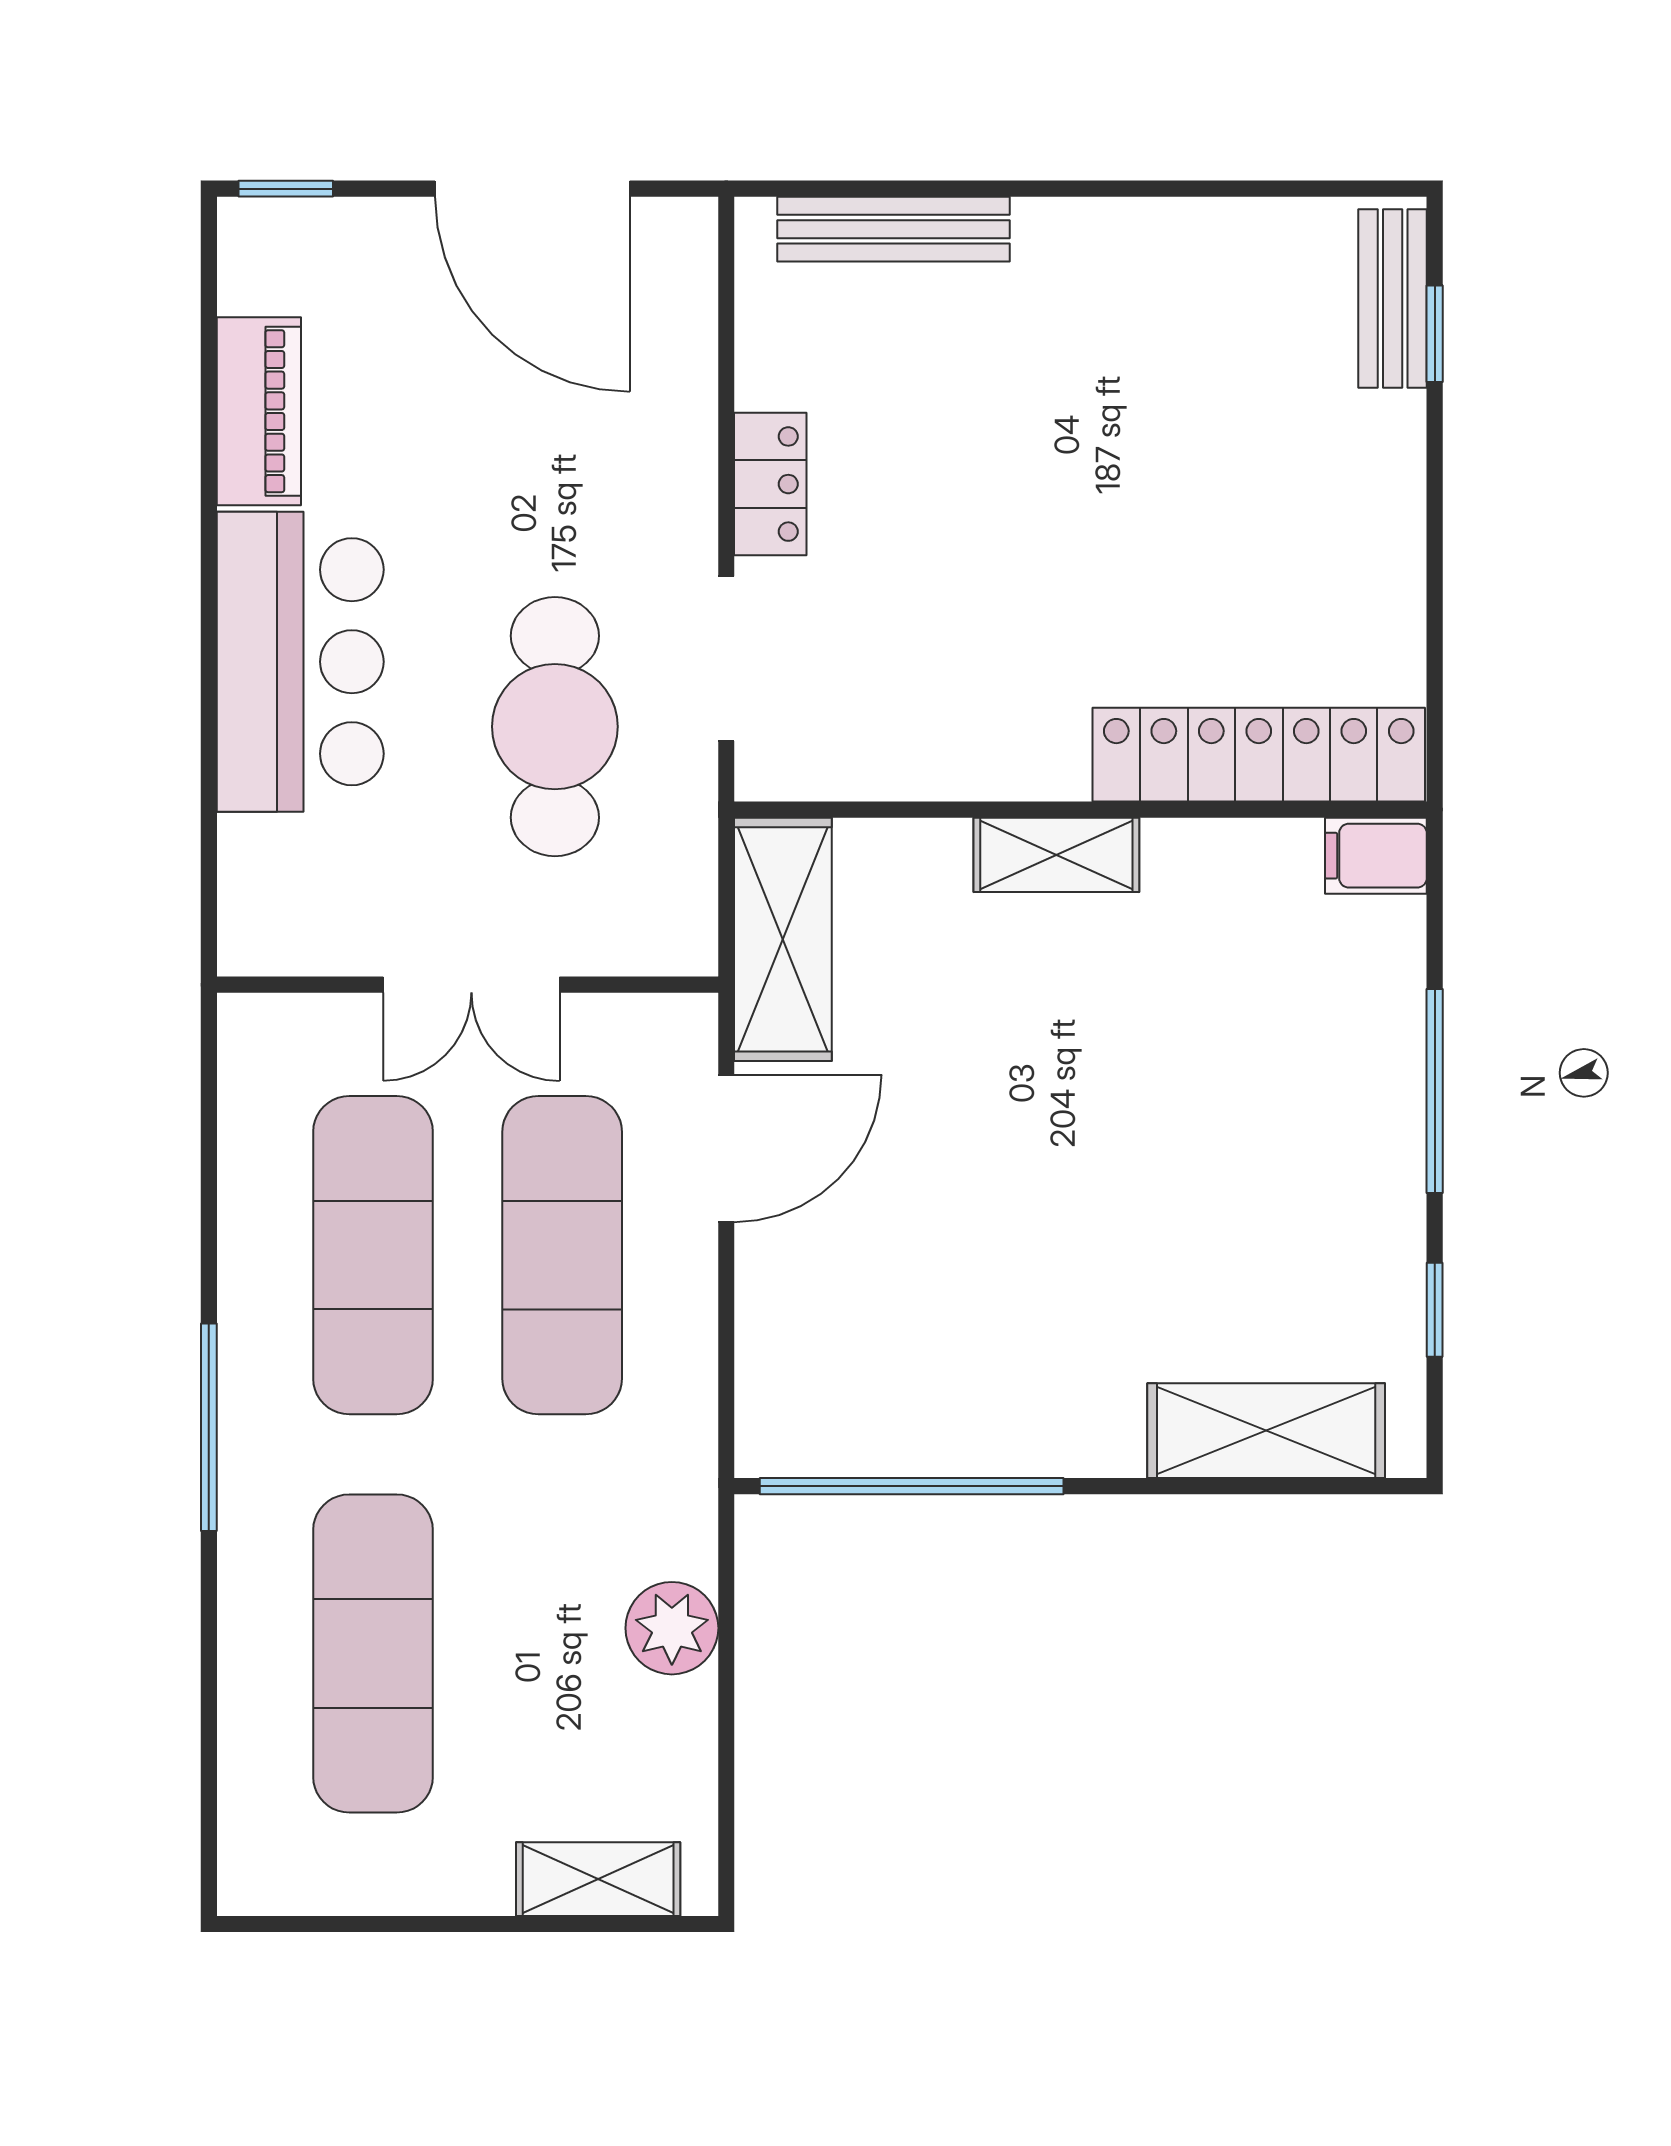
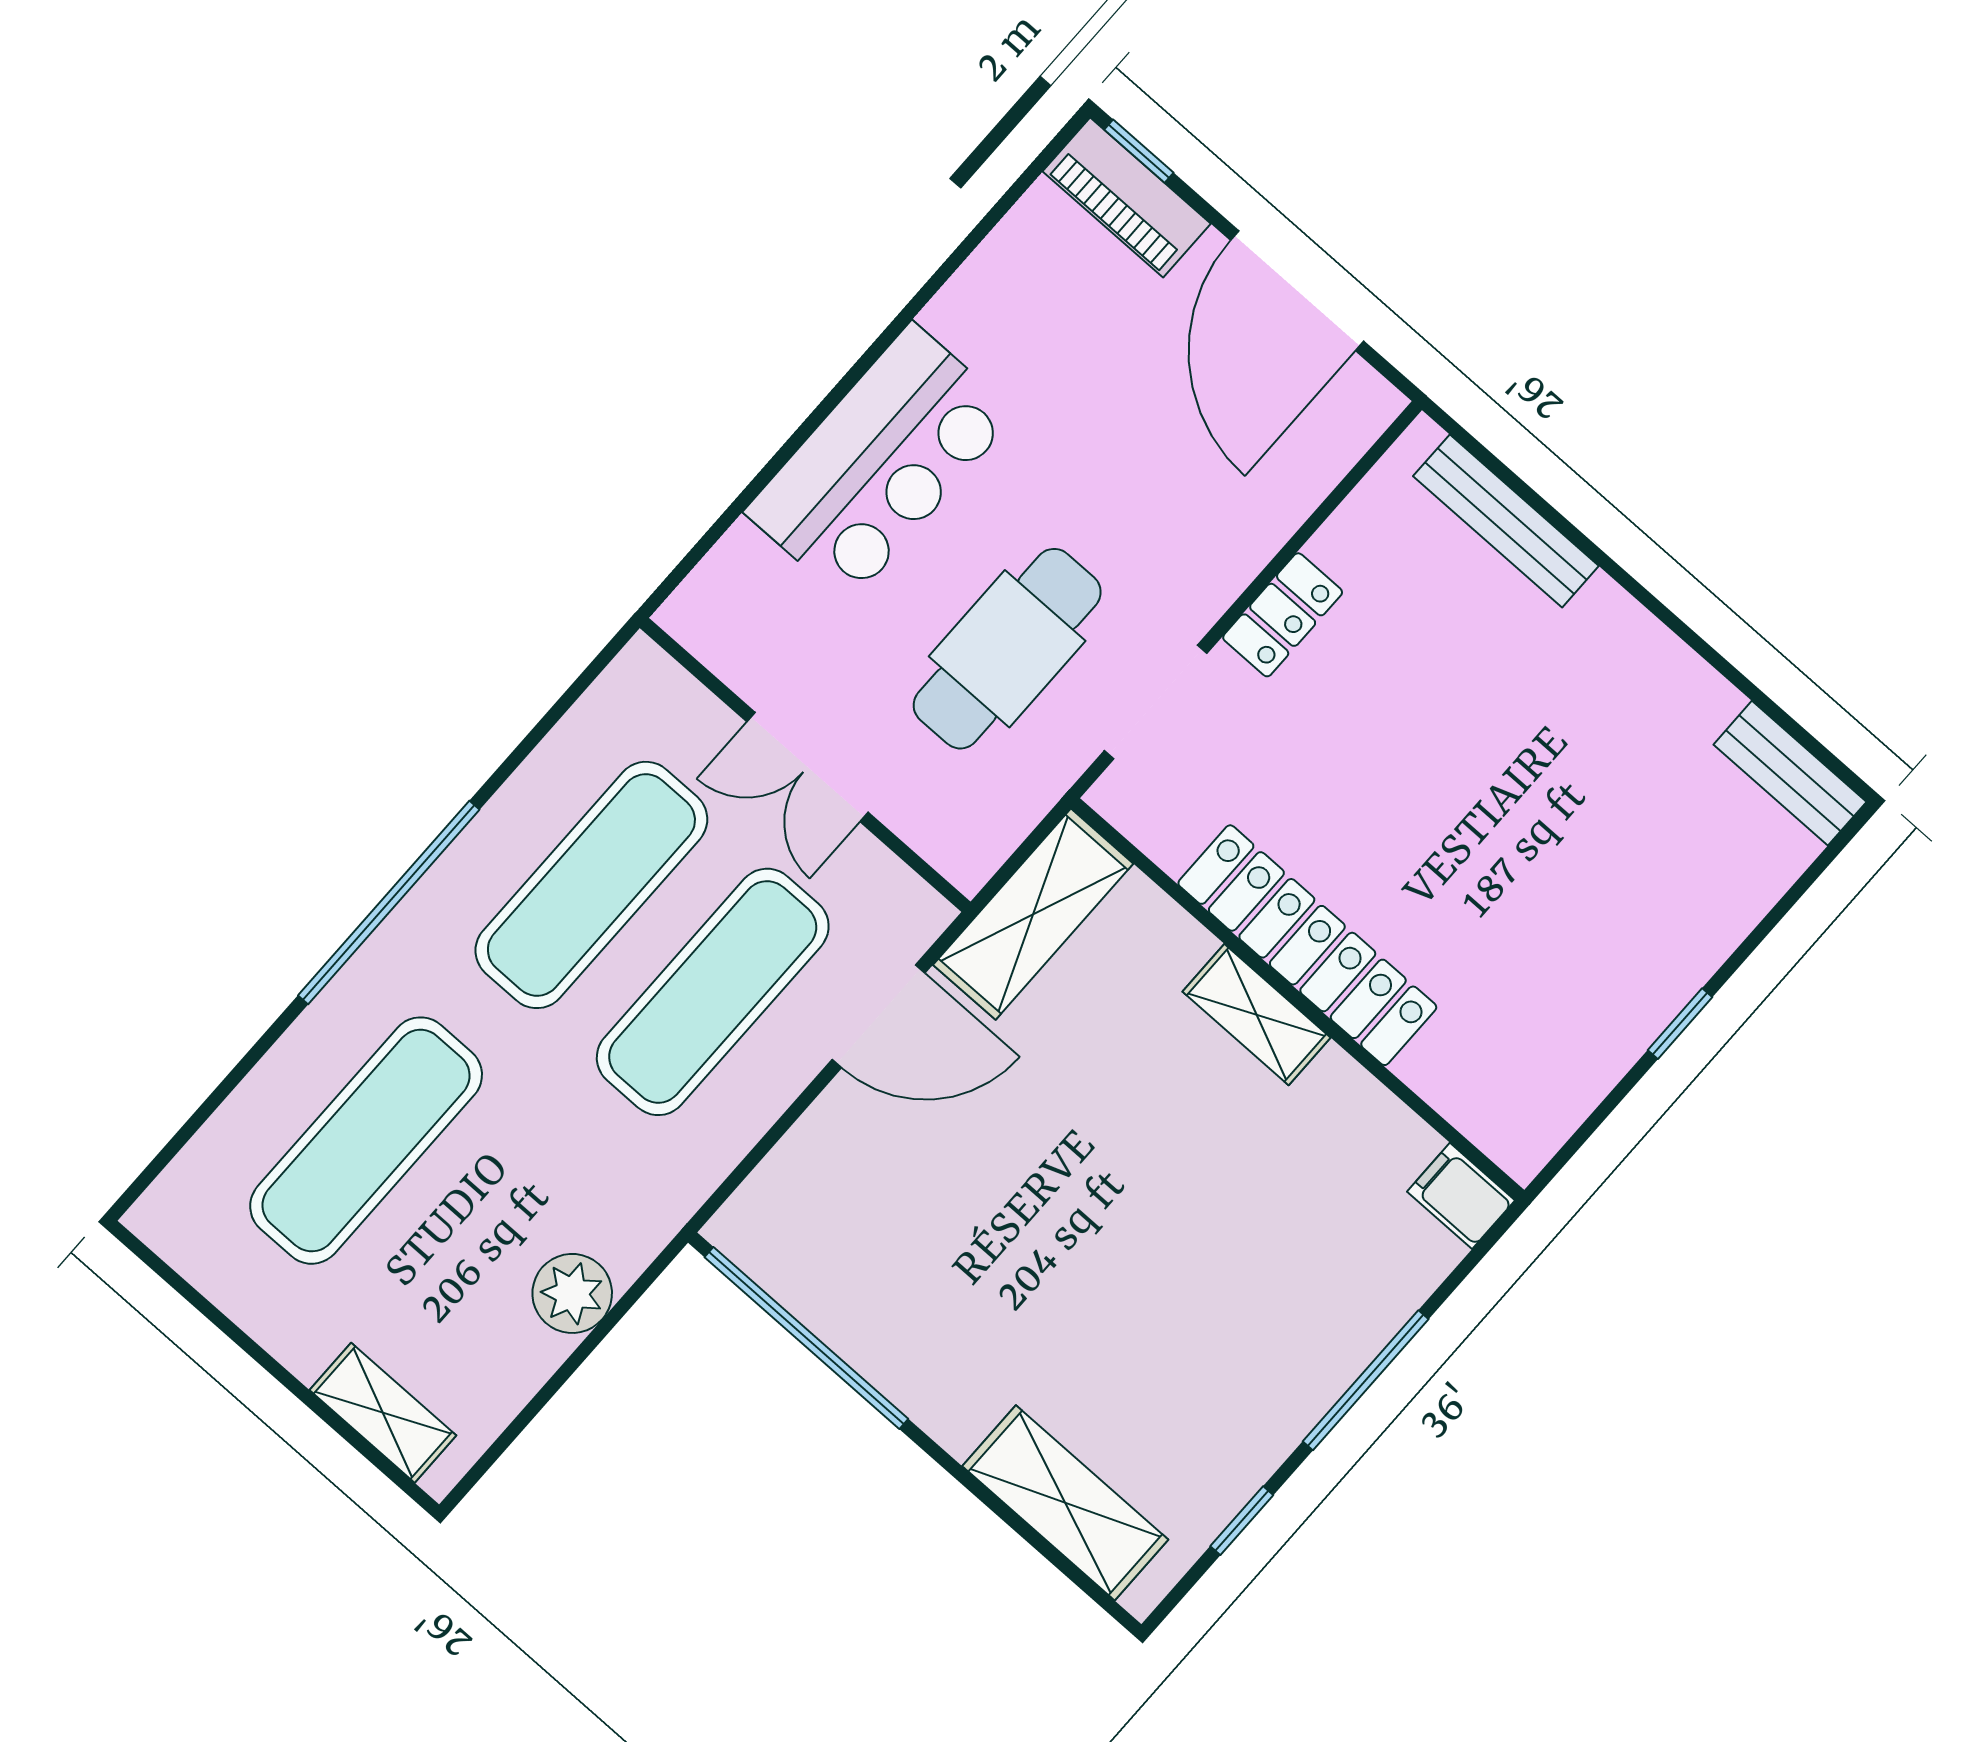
bench: (1393, 299) -> (1790, 773), moved, turned 90
window: (1435, 334) -> (1680, 1024), moved
piano: (259, 411) -> (1127, 197), moved, turned 90
locker: (1259, 755) -> (1307, 945), moved
window: (209, 1427) -> (389, 902), width x1.46

